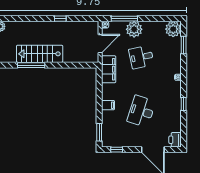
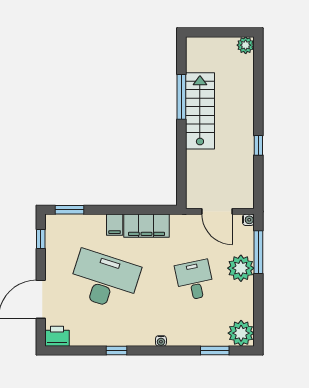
filing cabinet: (109, 69) -> (146, 226), moved
desk: (141, 111) -> (104, 280), width x1.36, depth x1.30

